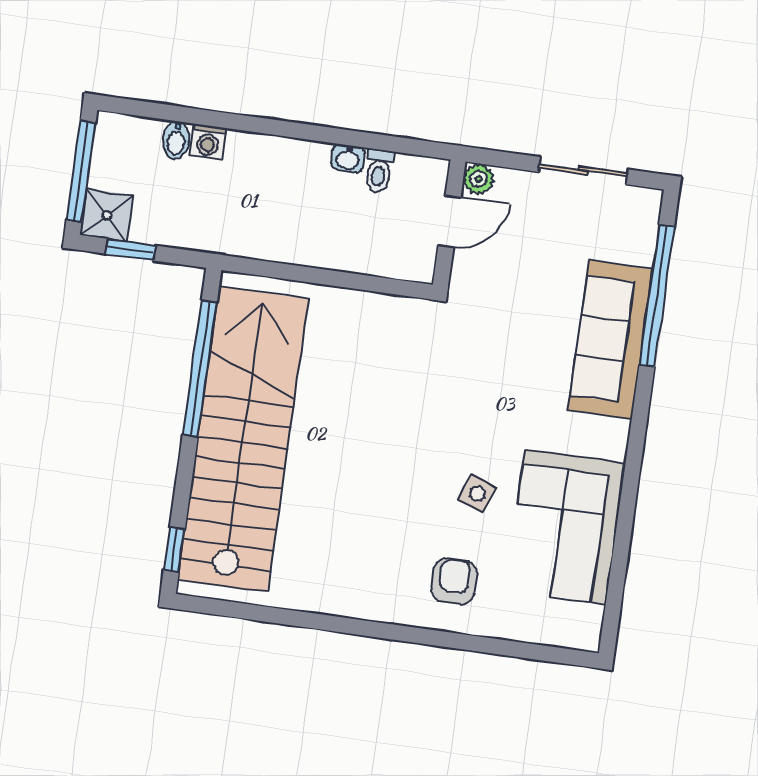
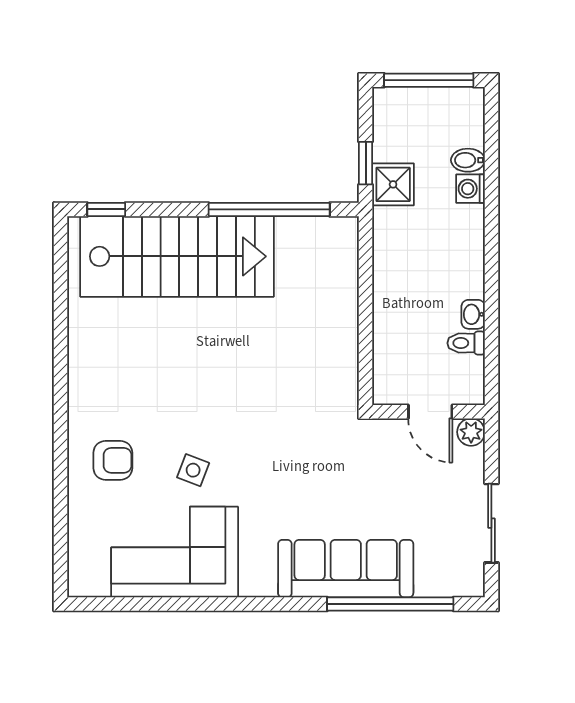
shower: (107, 215) -> (393, 184), moved
window: (130, 250) -> (366, 163), moved
stairs: (243, 439) -> (177, 256), width x0.73

